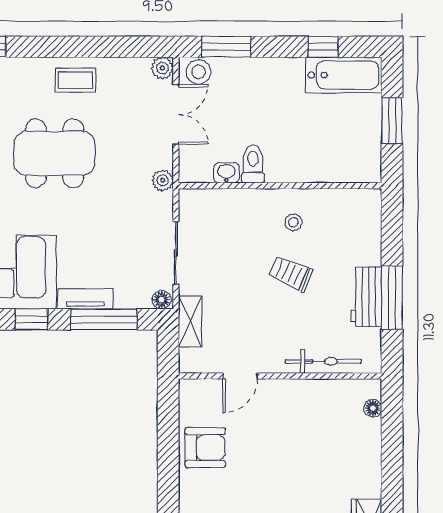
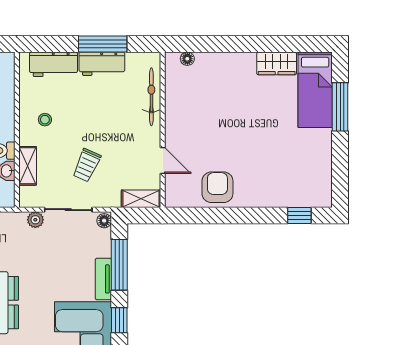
plant: (163, 180) -> (35, 220), moved
shelving: (233, 200) -> (28, 166), added
workbench: (366, 234) -> (53, 64), added
trolley: (291, 273) -> (87, 165), moved
shelving: (190, 321) -> (141, 199), moved

